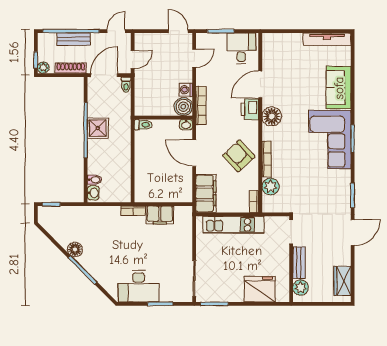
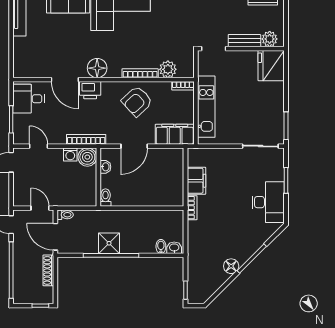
bench: (74, 39) -> (19, 268), removed
plant: (43, 68) -> (48, 298), removed
washbasin: (186, 125) -> (105, 167), moved
fridge: (260, 289) -> (271, 66), moved

